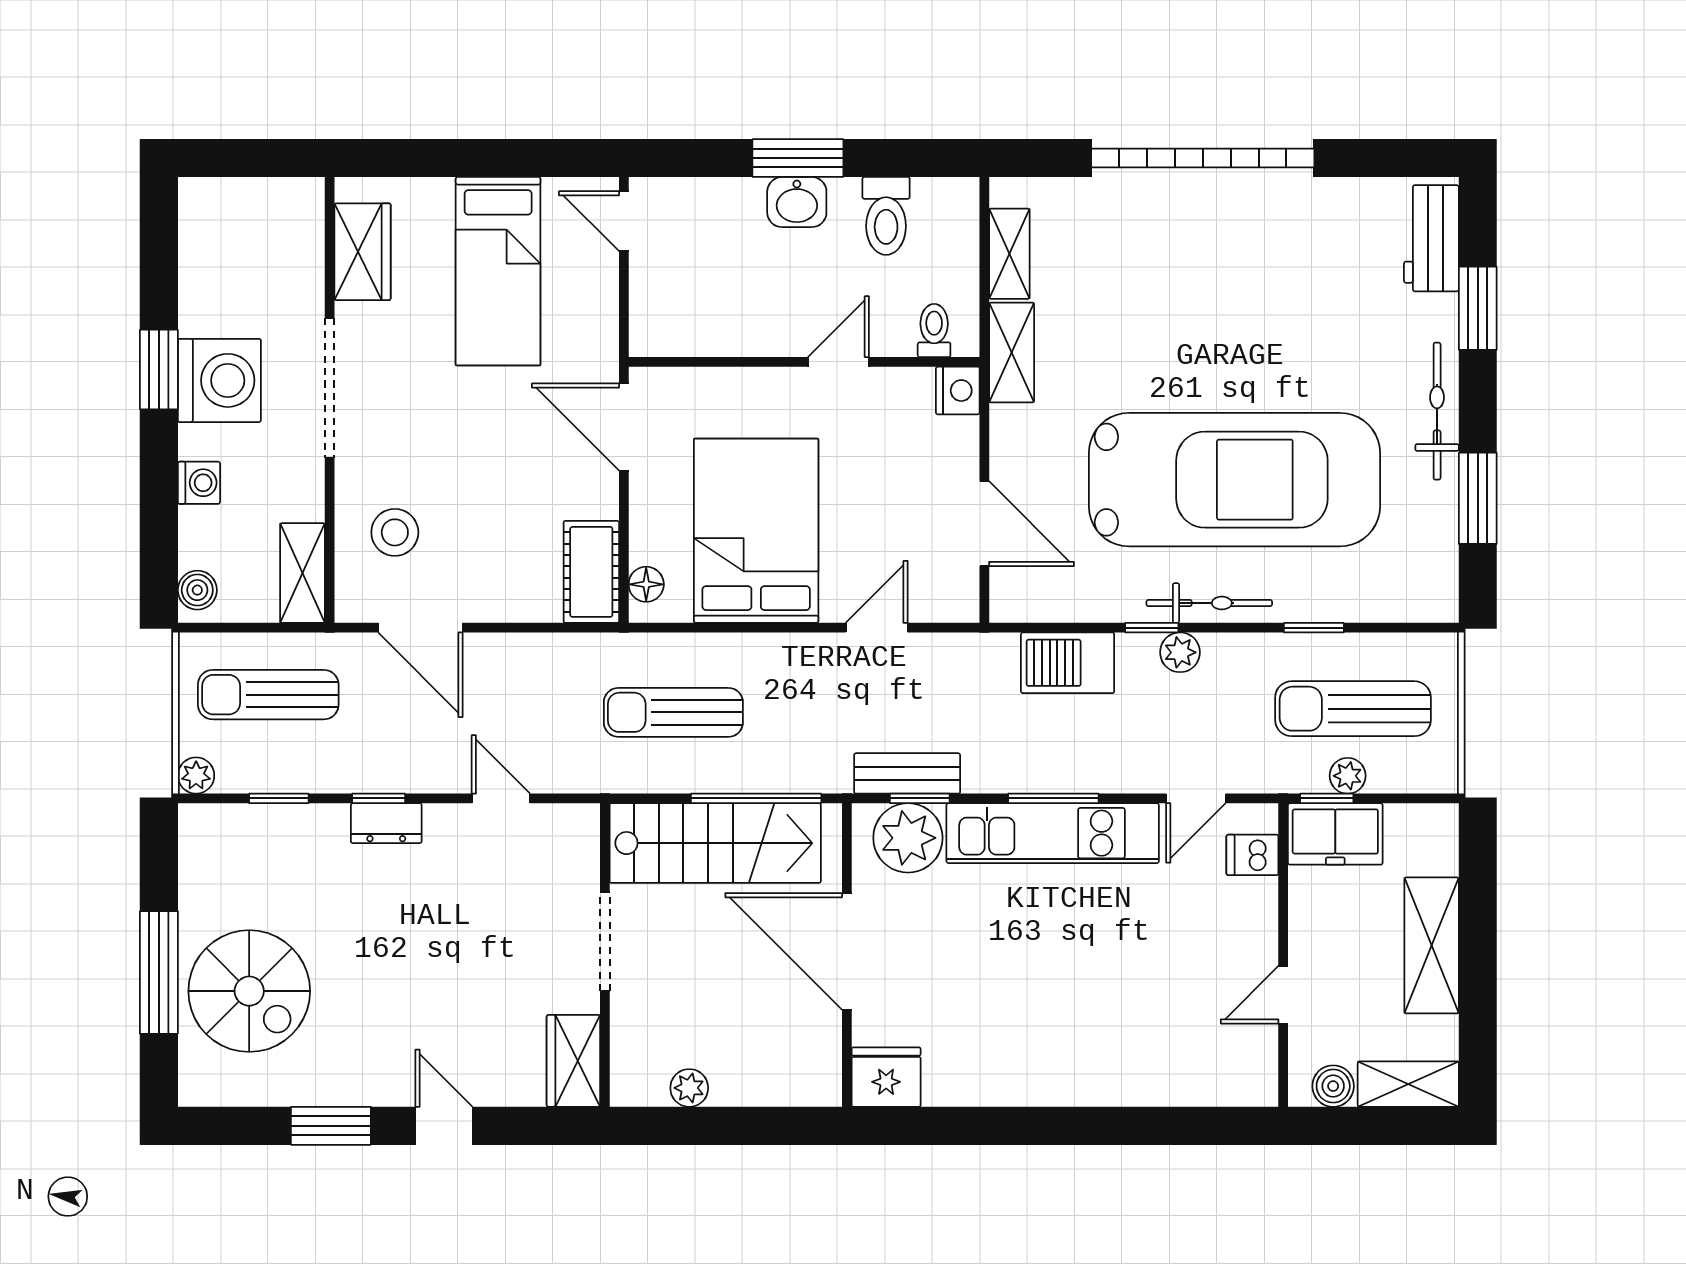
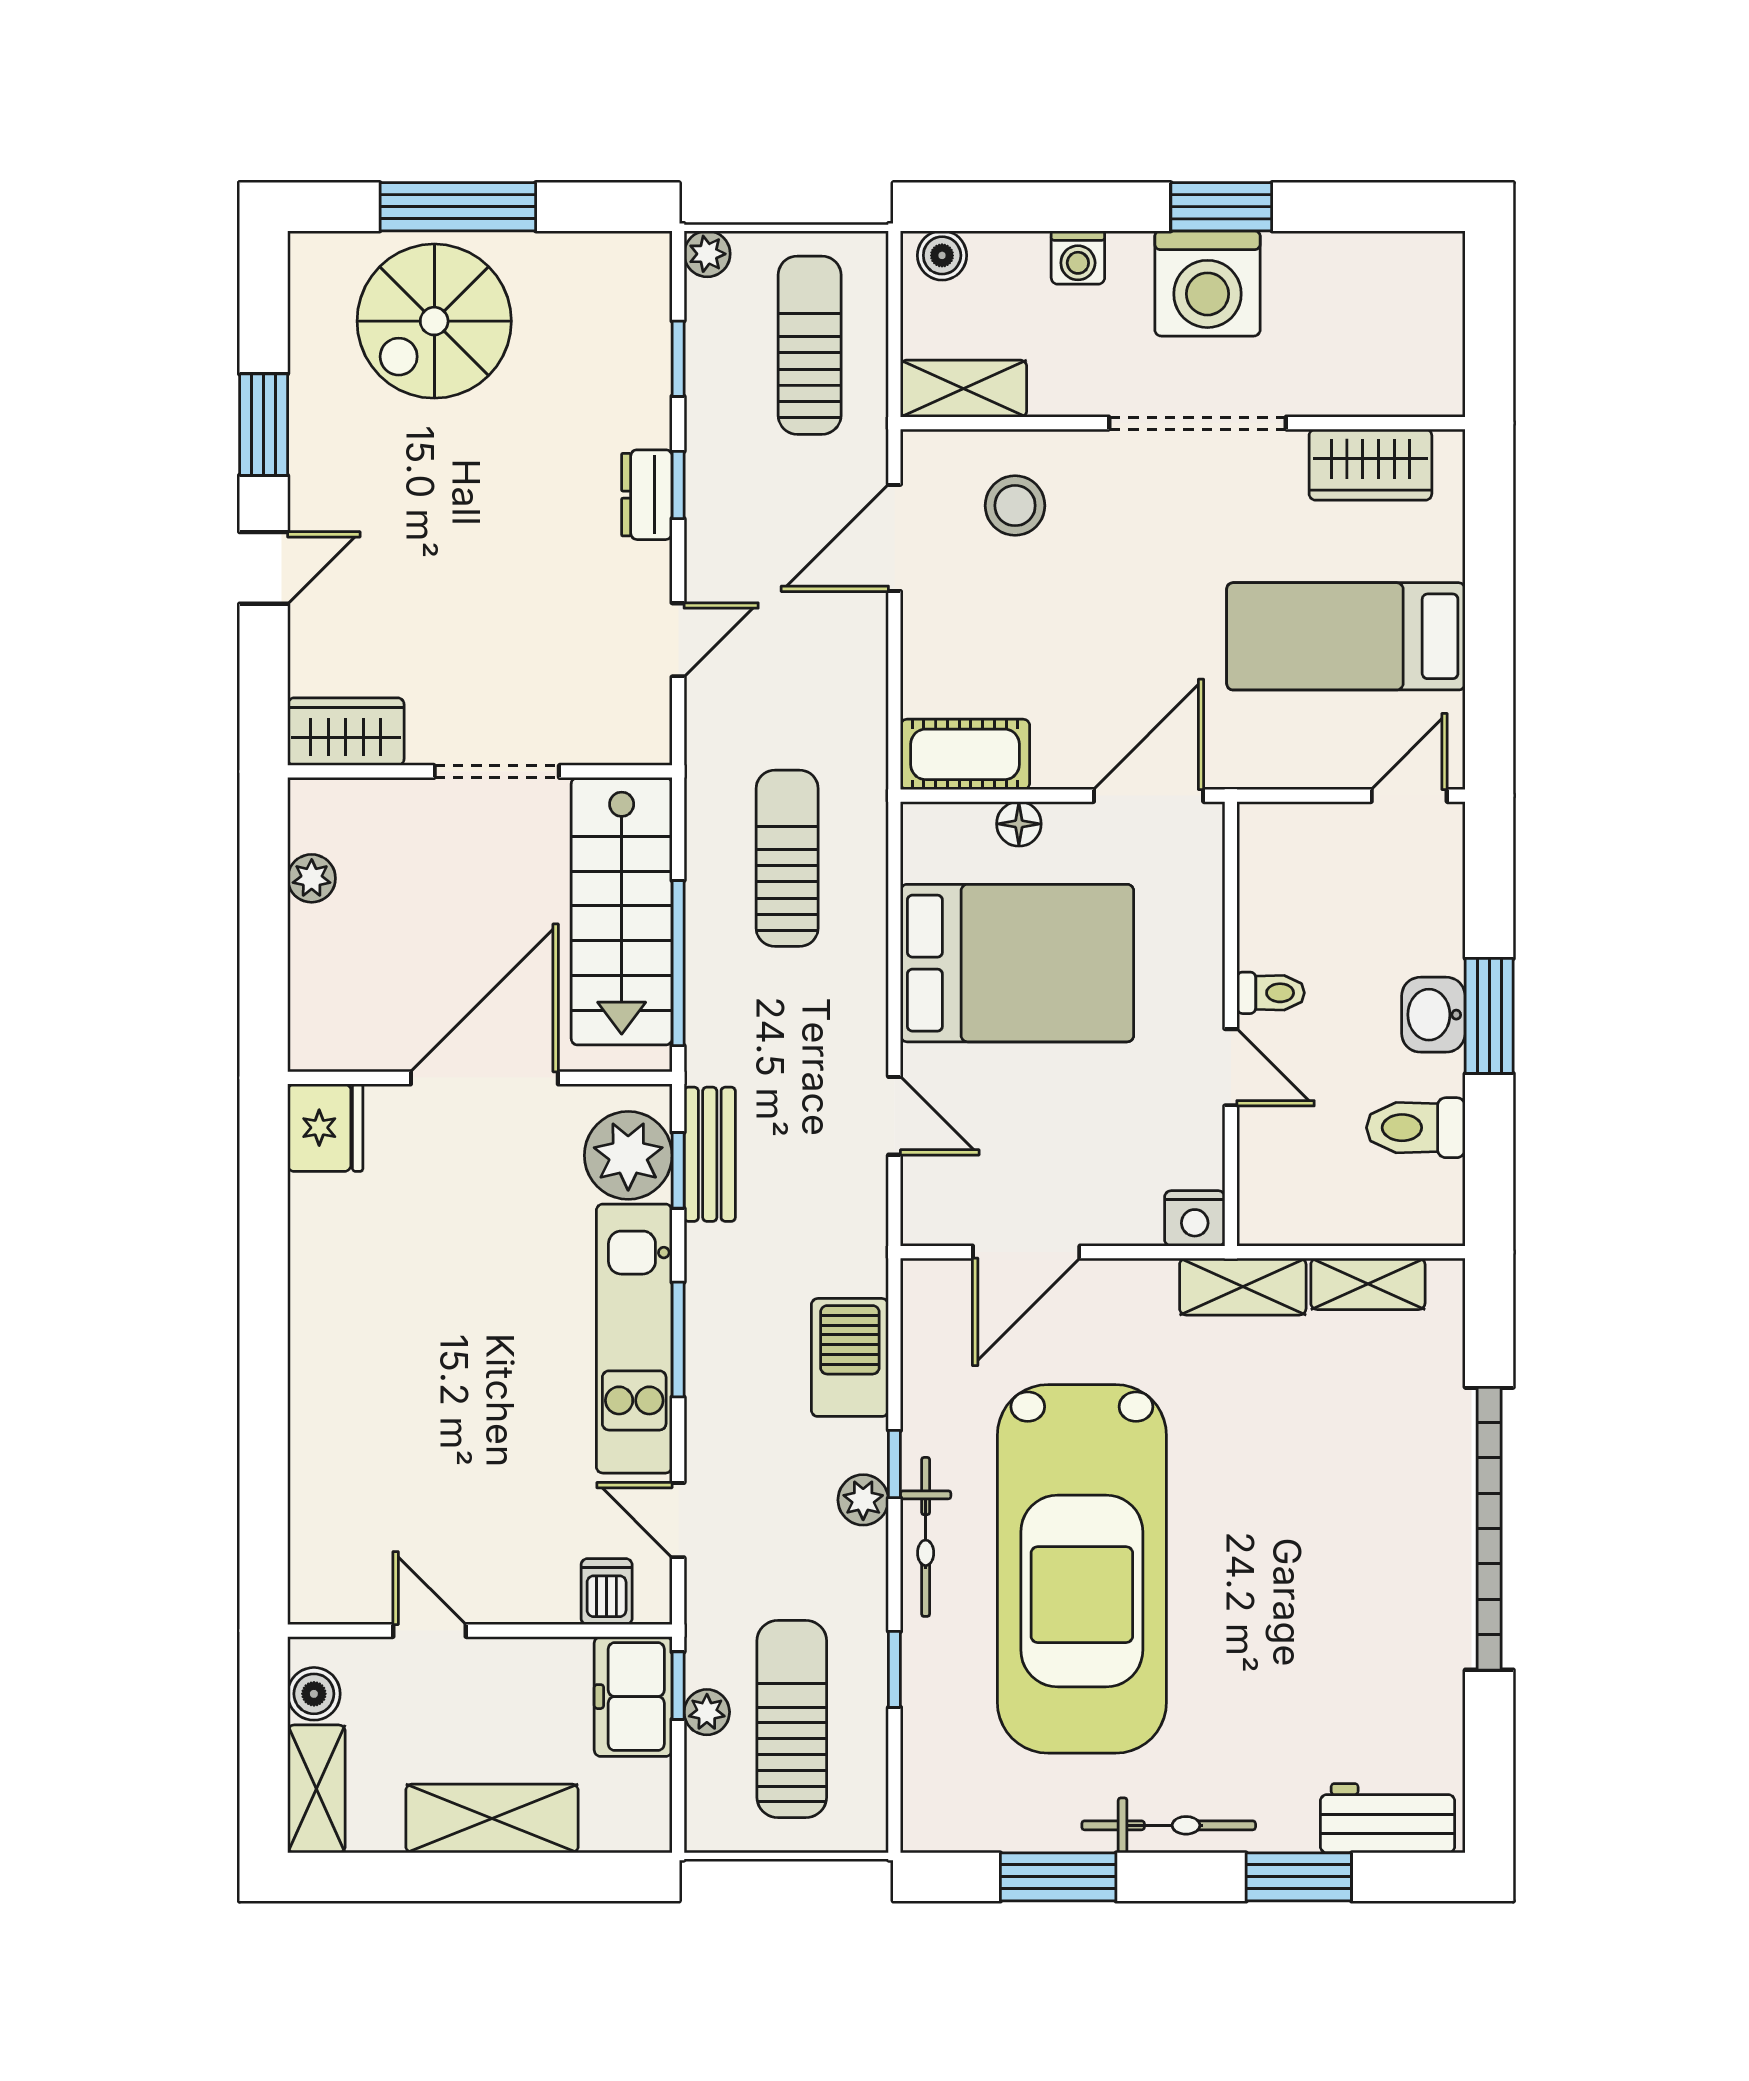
toilet: (934, 331) -> (1271, 993), moved
floor lamp: (646, 584) -> (1019, 824), moved

